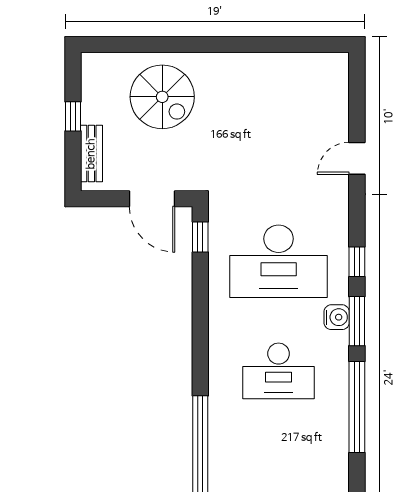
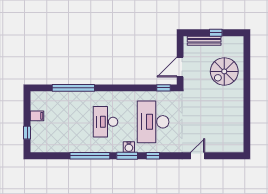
bench: (91, 154) -> (204, 41), width x1.36
door: (357, 158) -> (198, 156), hinge flipped

